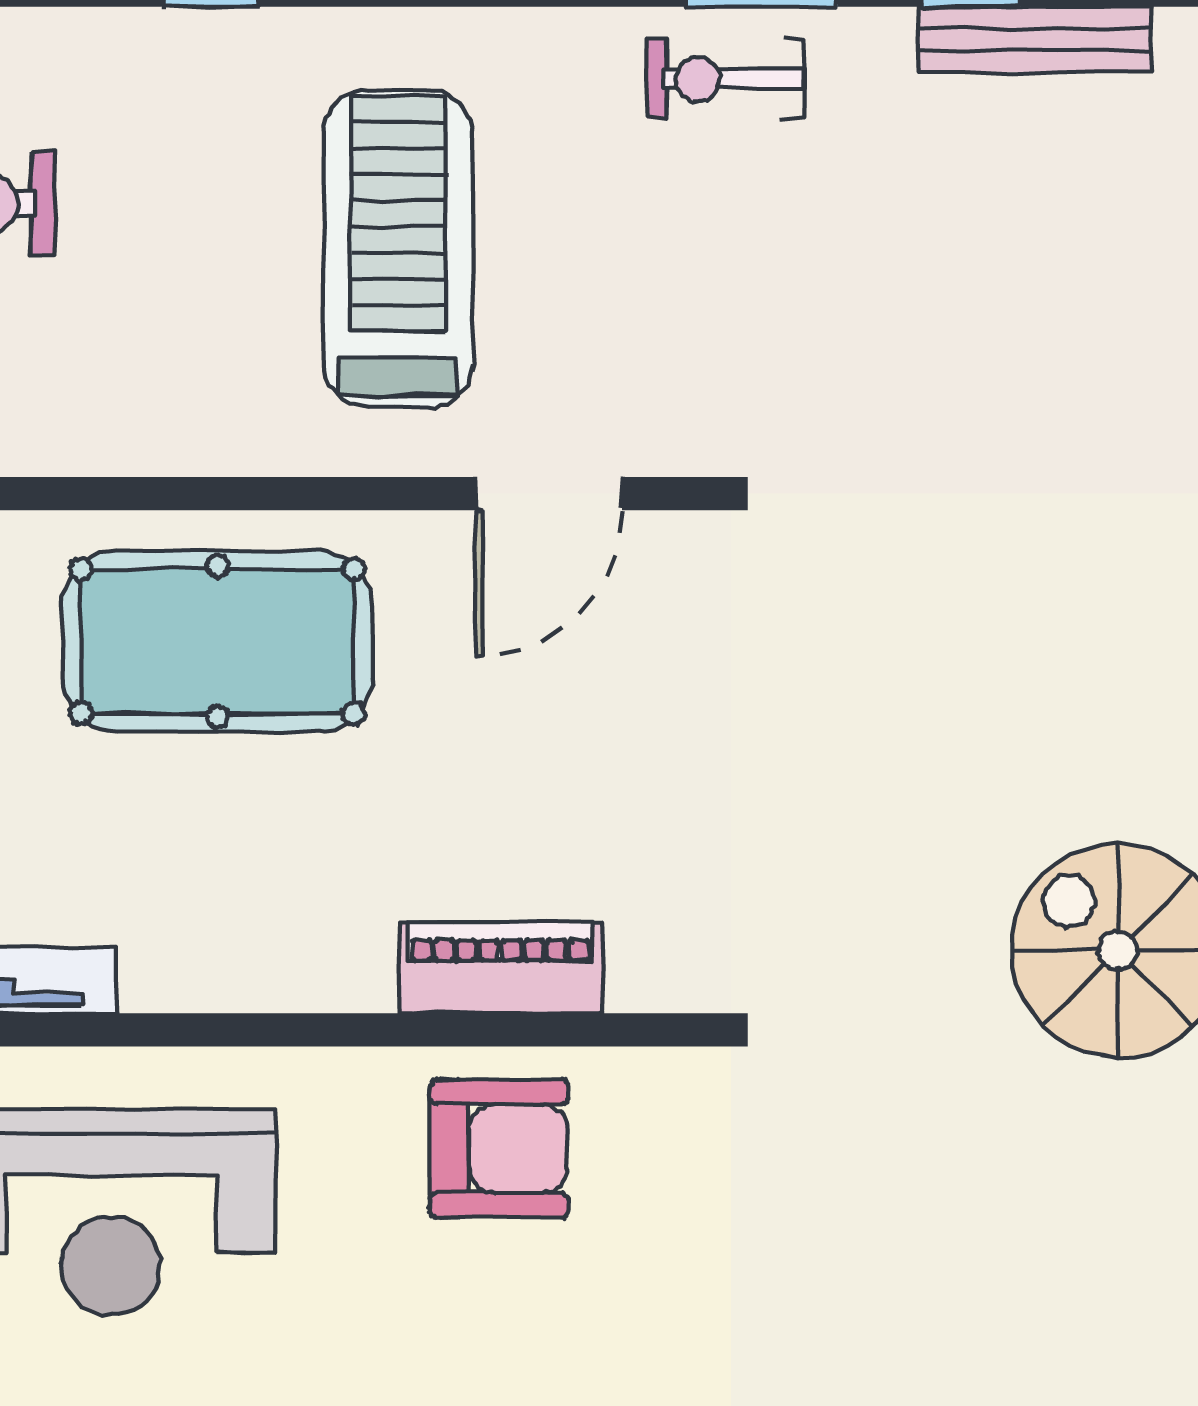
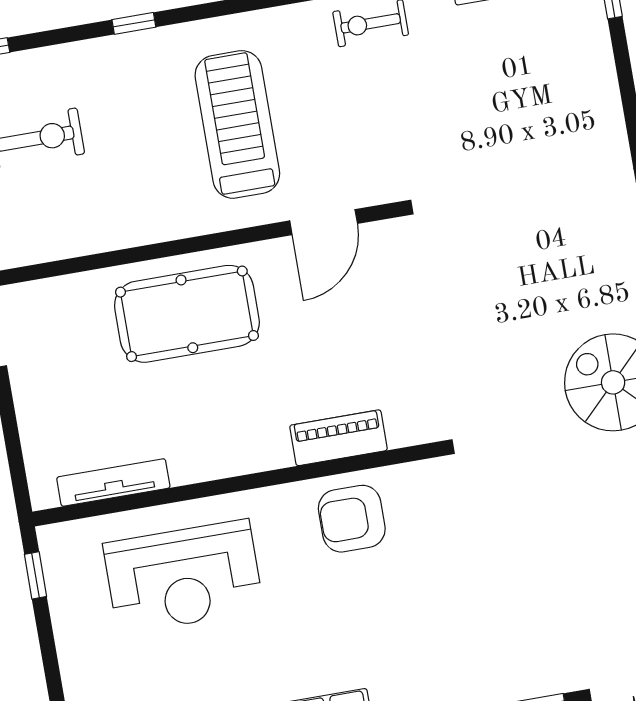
armchair: (499, 1148) -> (352, 519), turned 180

